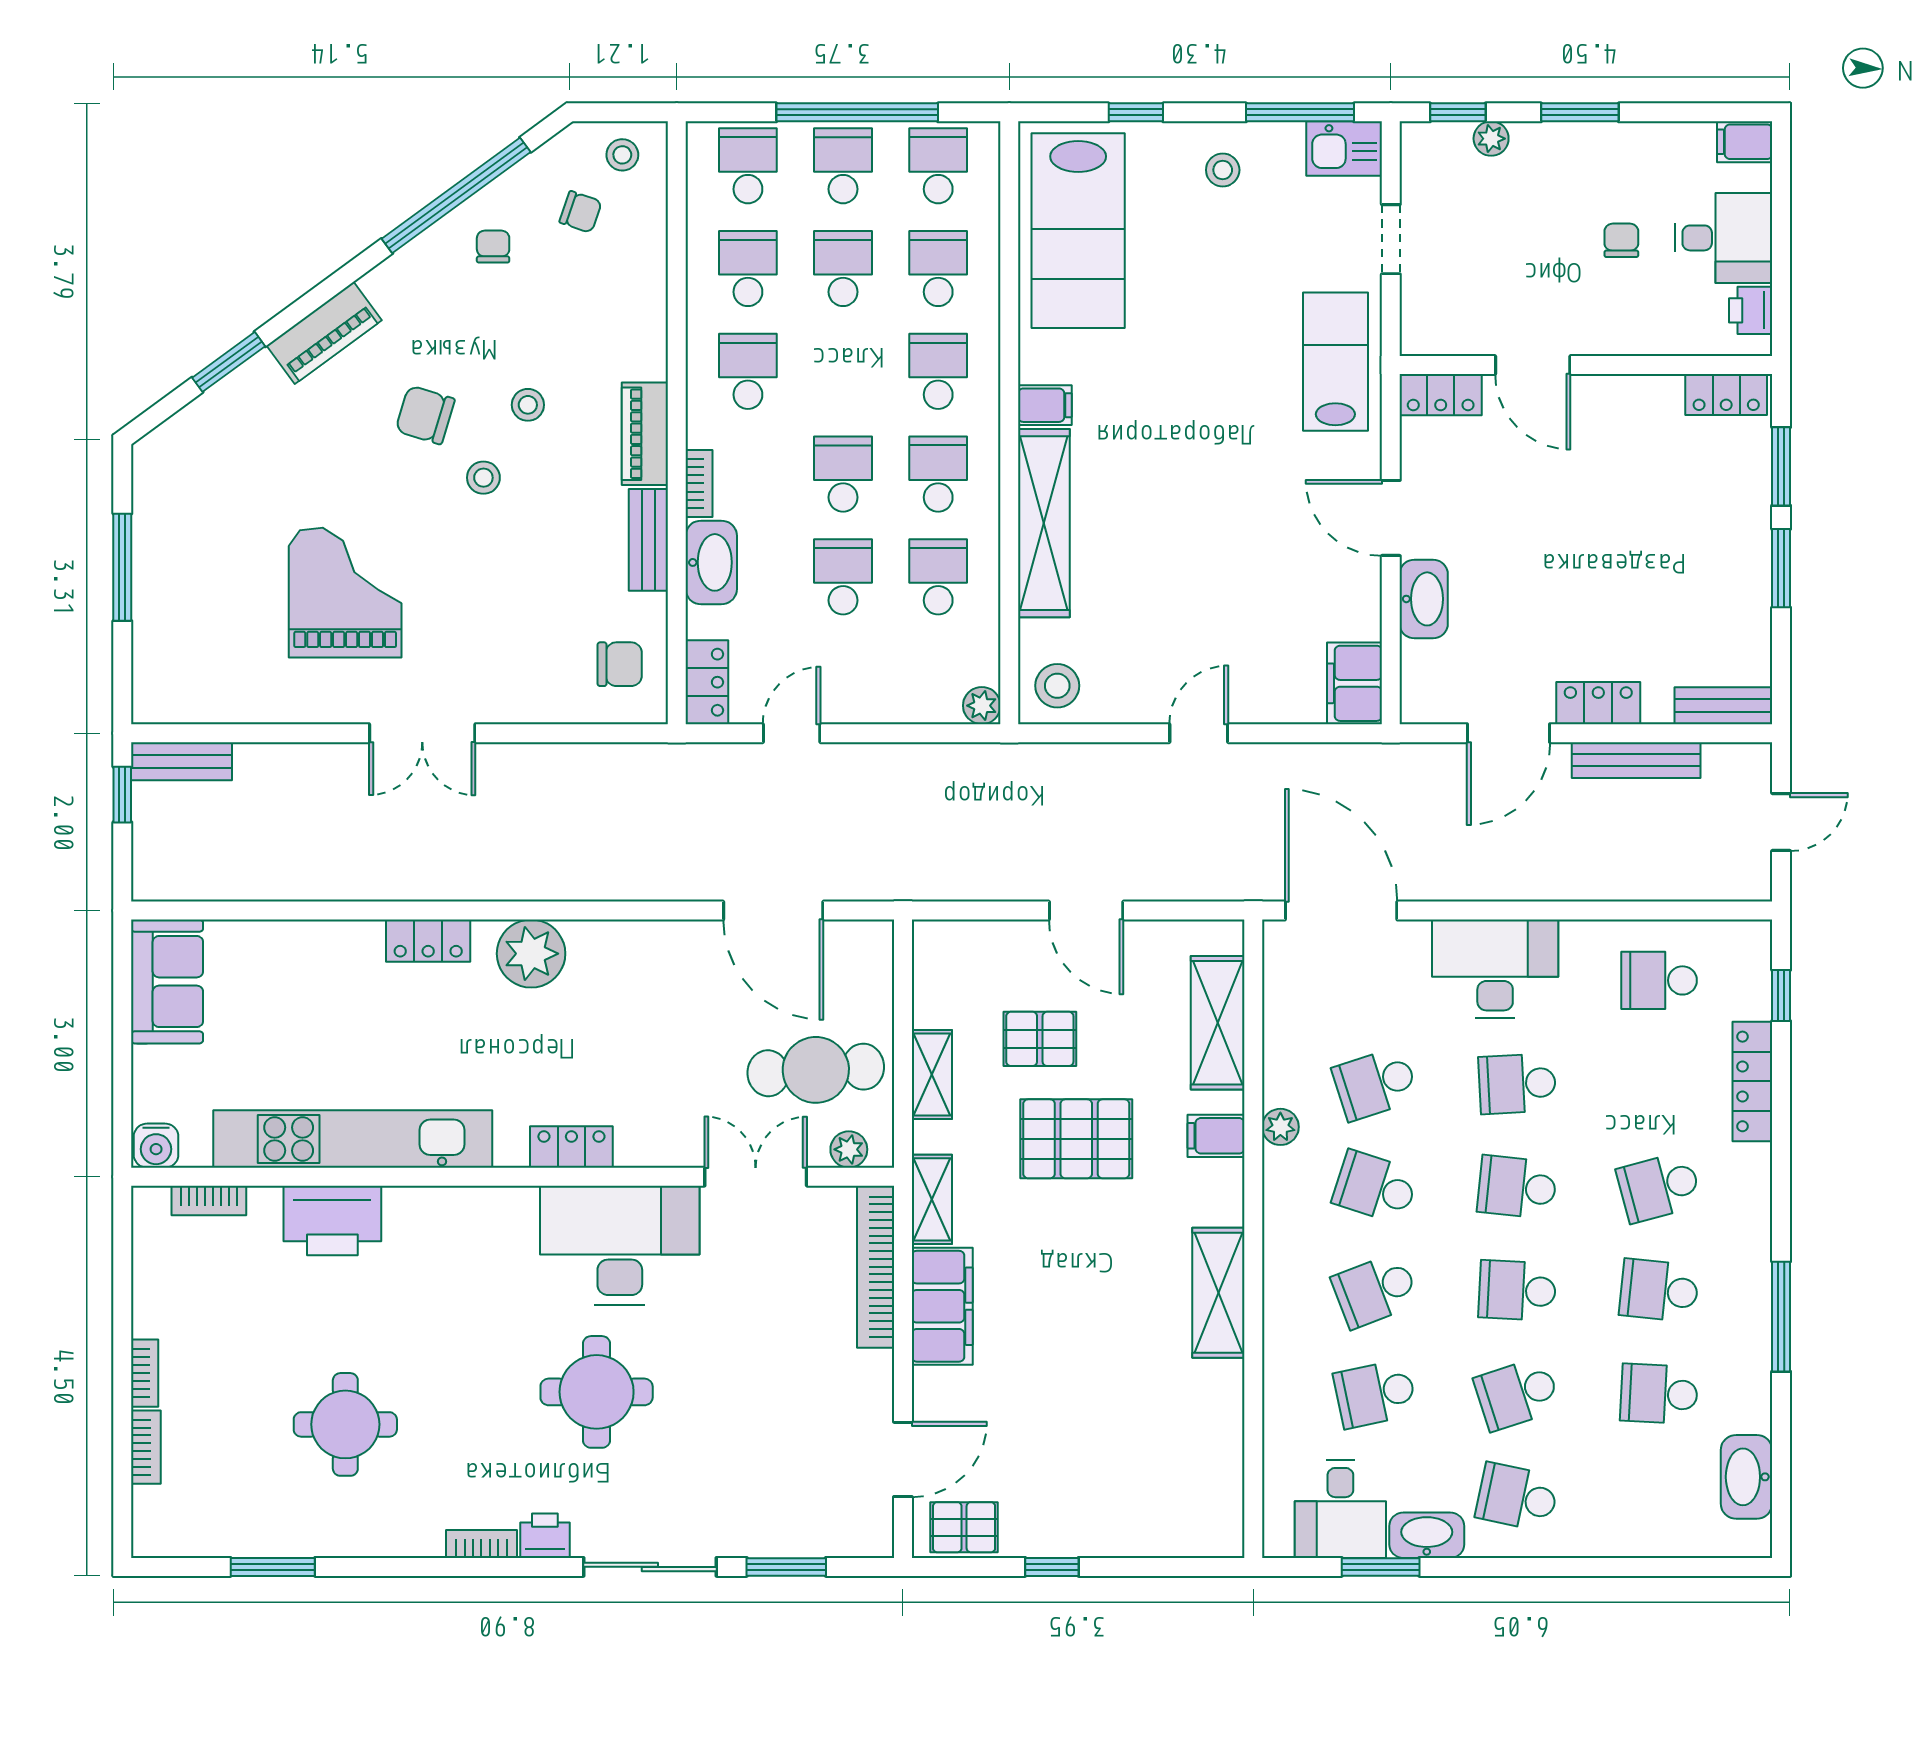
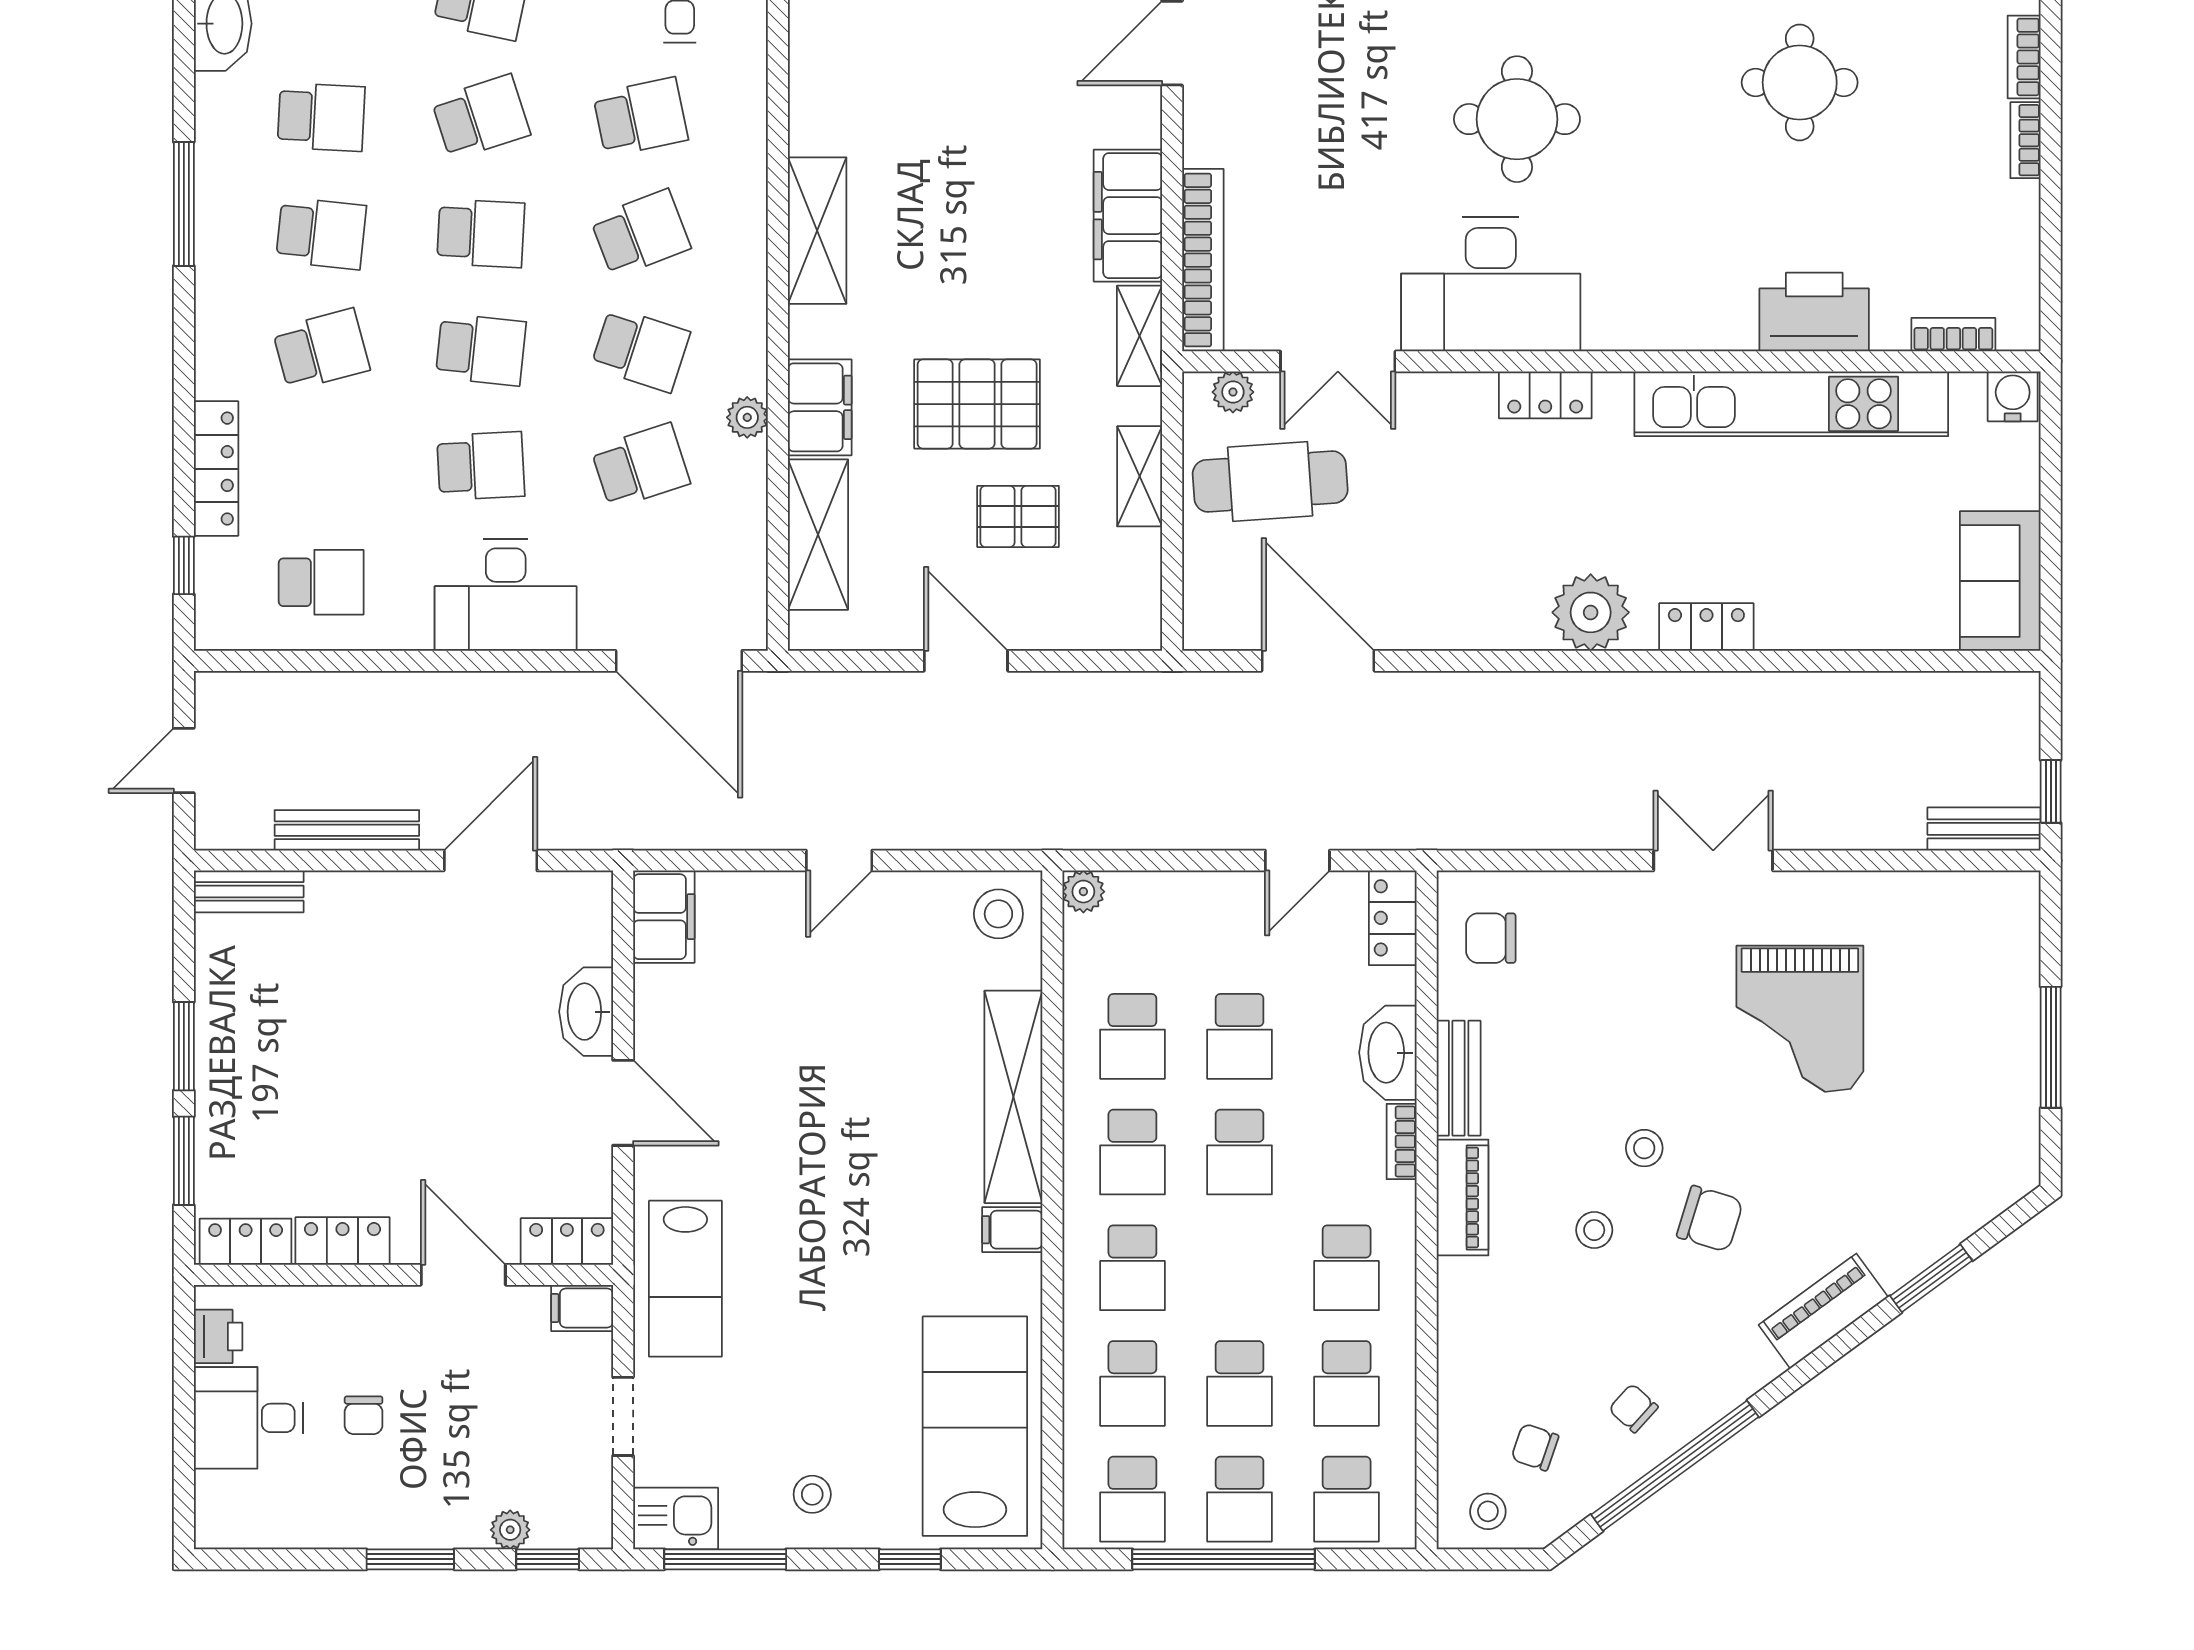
filing cabinet: (1745, 142) -> (582, 1308), moved, turned 180
chair: (493, 247) -> (1633, 1408), turned 132
locker: (1598, 703) -> (343, 1241), moved, turned 180
filing cabinet: (1216, 1136) -> (820, 407), width x2.00

